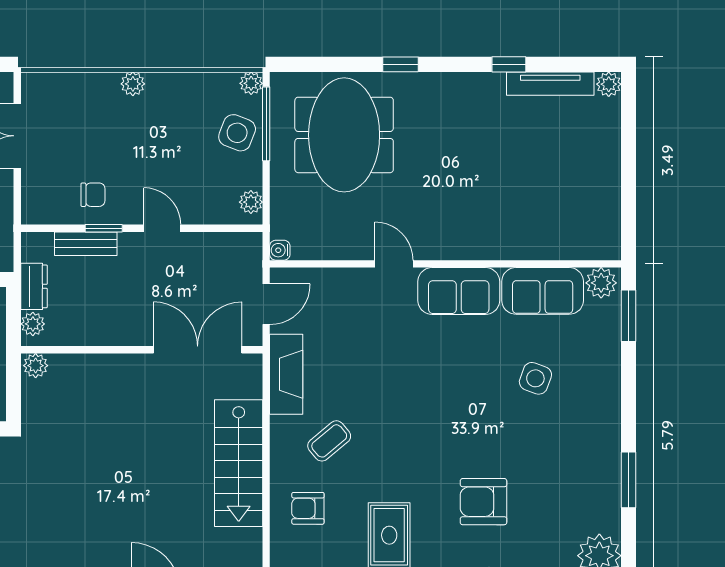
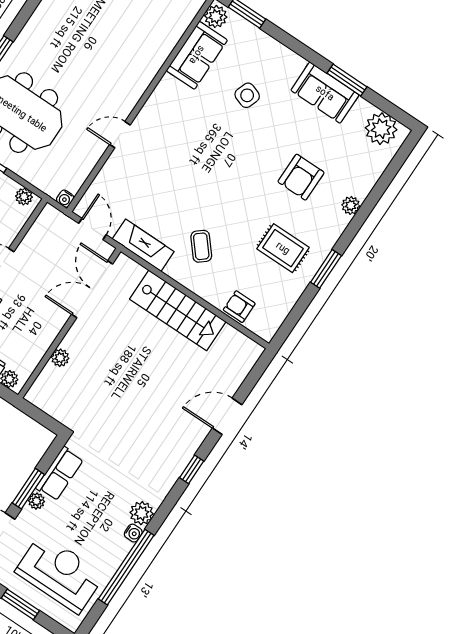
sofa: (459, 291) -> (325, 93), moved, turned 90
plant: (36, 366) -> (60, 358), moved
armchair: (308, 508) -> (239, 307), moved, turned 90

